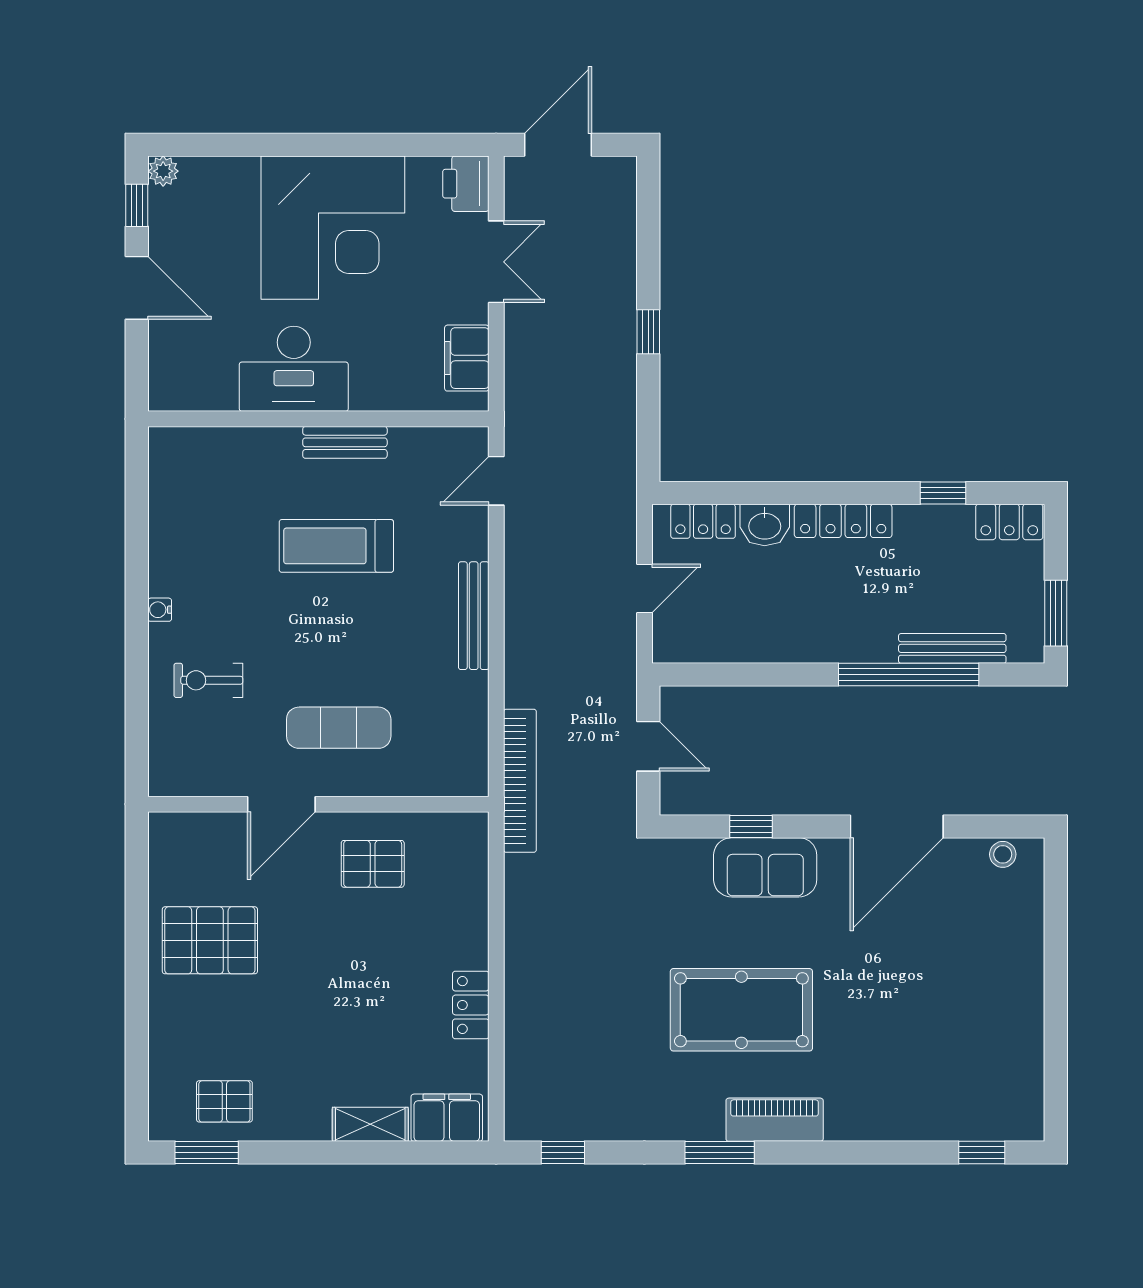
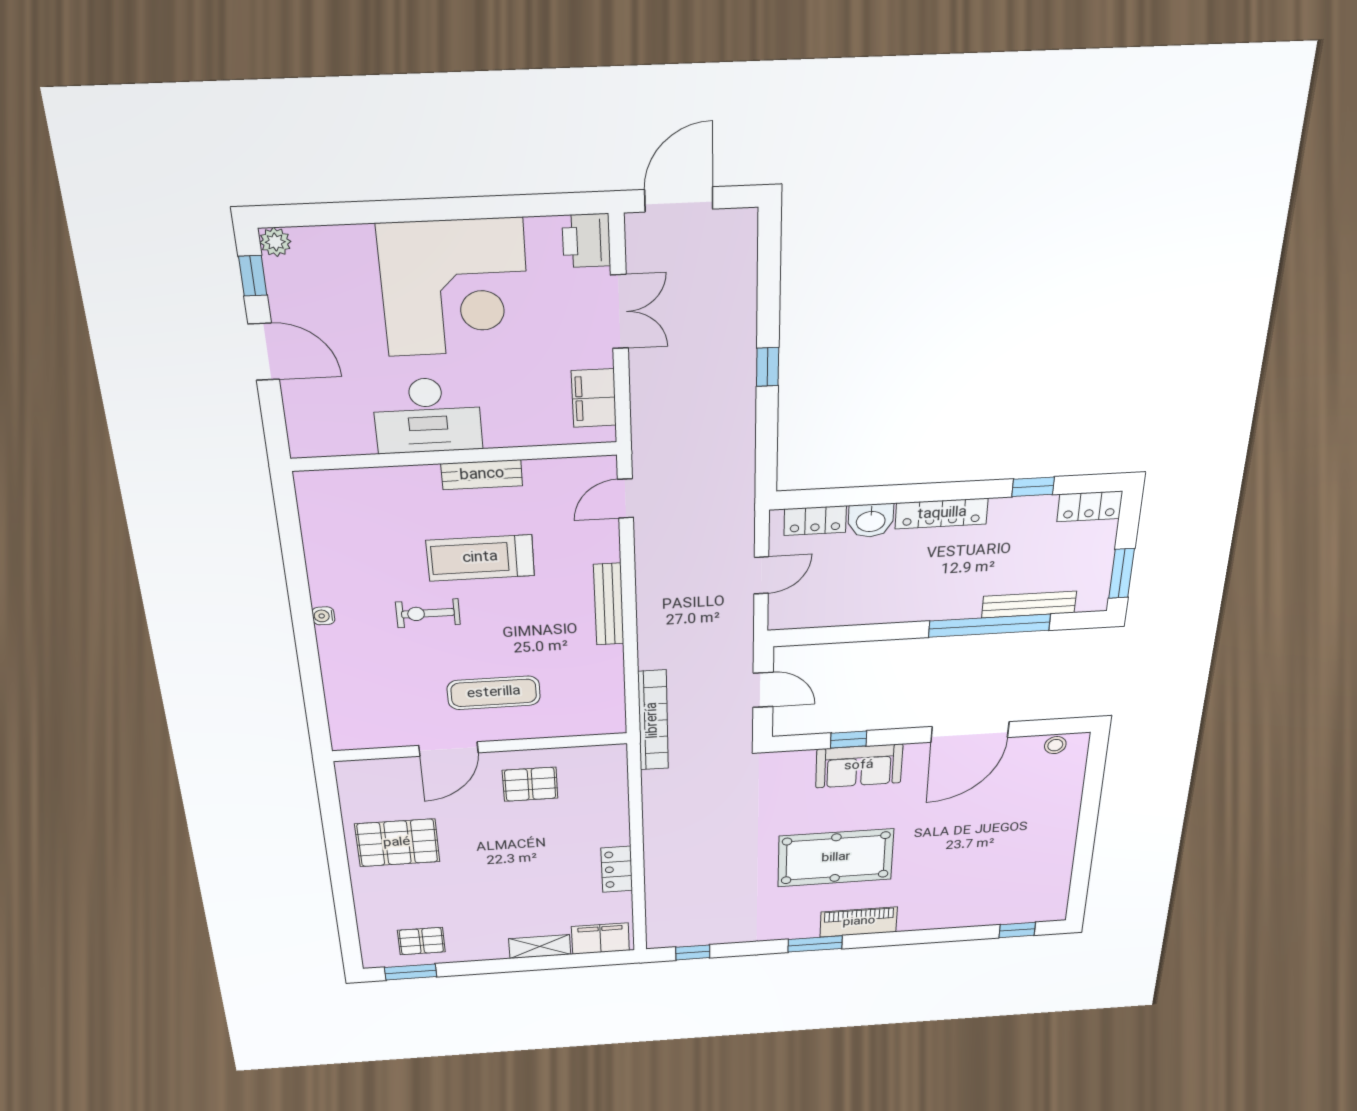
exercise bike: (208, 680) -> (428, 613), moved

